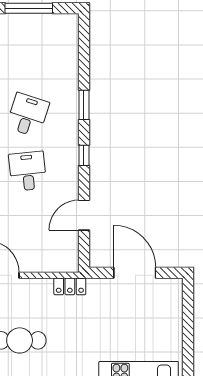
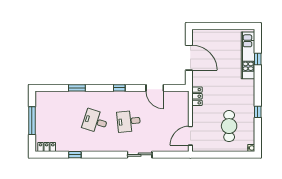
window: (84, 105) -> (77, 88), moved
door: (135, 273) -> (189, 58), swing flipped

